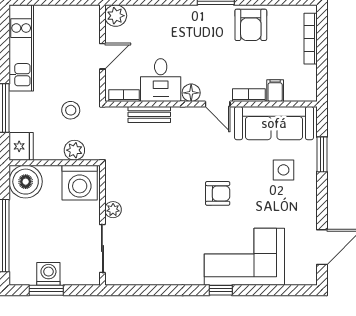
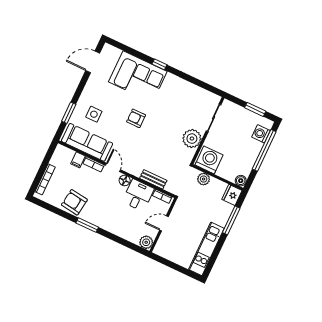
armchair: (251, 25) -> (74, 202), turned -82
stool: (71, 110) -> (195, 202), removed
boiler: (26, 182) -> (241, 181), width x0.54, depth x0.54
plant: (113, 210) -> (192, 139), width x1.88, depth x1.88
washing machine: (48, 274) -> (261, 134), moved, turned 90

